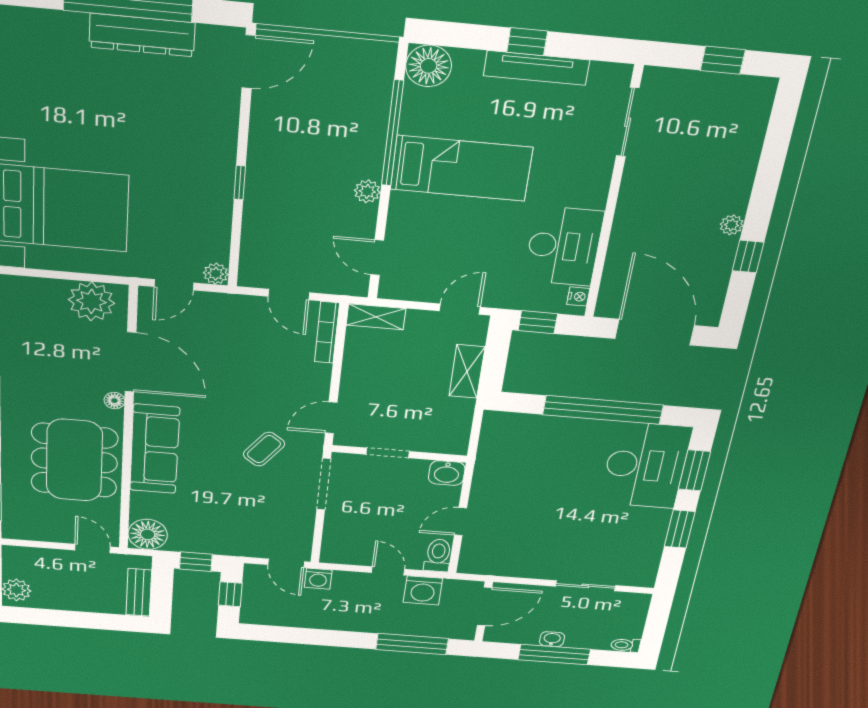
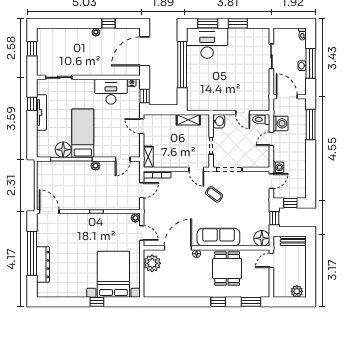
dresser: (142, 35) -> (43, 264), moved
window: (527, 42) -> (32, 104), moved
floor lamp: (429, 66) -> (63, 150), moved
shelving: (467, 371) -> (188, 120), moved
dining table: (74, 460) -> (227, 268), width x0.73

